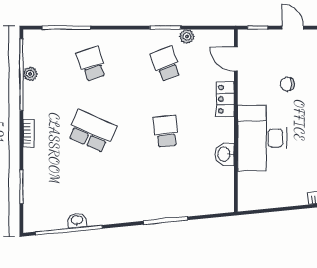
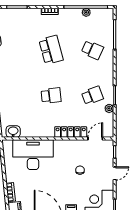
school desk: (91, 64) -> (92, 50), turned 42
locker: (225, 99) -> (71, 132), width x1.53
school desk: (91, 131) -> (51, 50), turned -39
desk: (262, 138) -> (33, 155), moved
washbasin: (224, 154) -> (13, 132), moved

